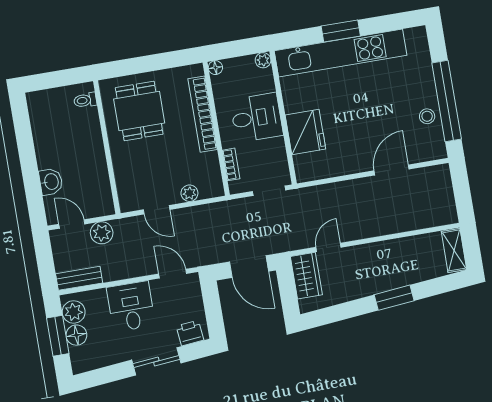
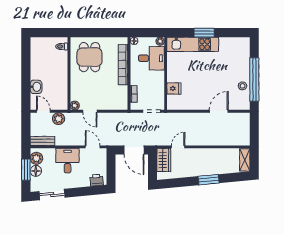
kitchen unit: (341, 53) -> (193, 44), width x0.73
desk: (256, 118) -> (151, 58), moved
fridge: (305, 132) -> (174, 88), width x0.53, depth x0.75
plant: (189, 193) -> (75, 105), moved
sliding door: (156, 361) -> (52, 194), moved

